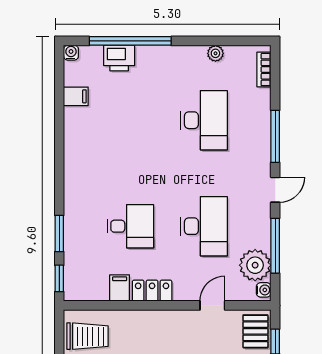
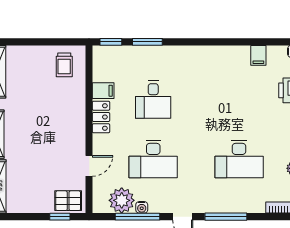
water cooler: (264, 290) -> (142, 207), moved
door: (212, 305) -> (89, 166), hinge flipped
trolley: (88, 336) -> (64, 65), width x0.73, depth x0.72

